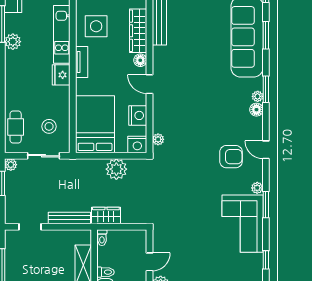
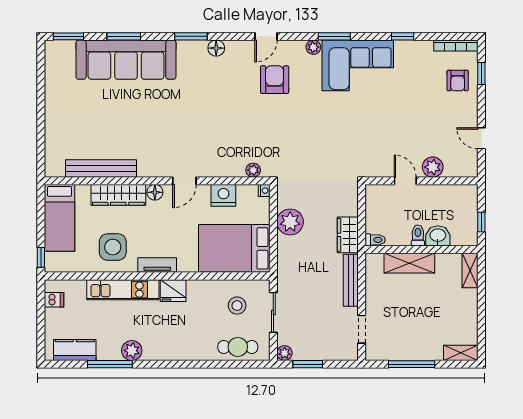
plant: (258, 96) -> (200, 47), removed
nightstand: (137, 145) -> (264, 191), width x0.53, depth x0.56

